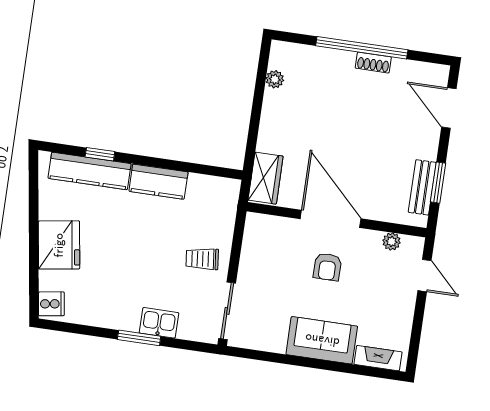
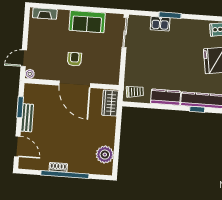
plant: (275, 79) -> (105, 155), width x1.88, depth x1.88
bench: (422, 187) -> (27, 118), moved
plant: (392, 242) -> (30, 74), moved
trolley: (202, 259) -> (135, 92), moved
door: (424, 276) -> (24, 58), hinge flipped
sofa: (322, 340) -> (87, 22), moved

